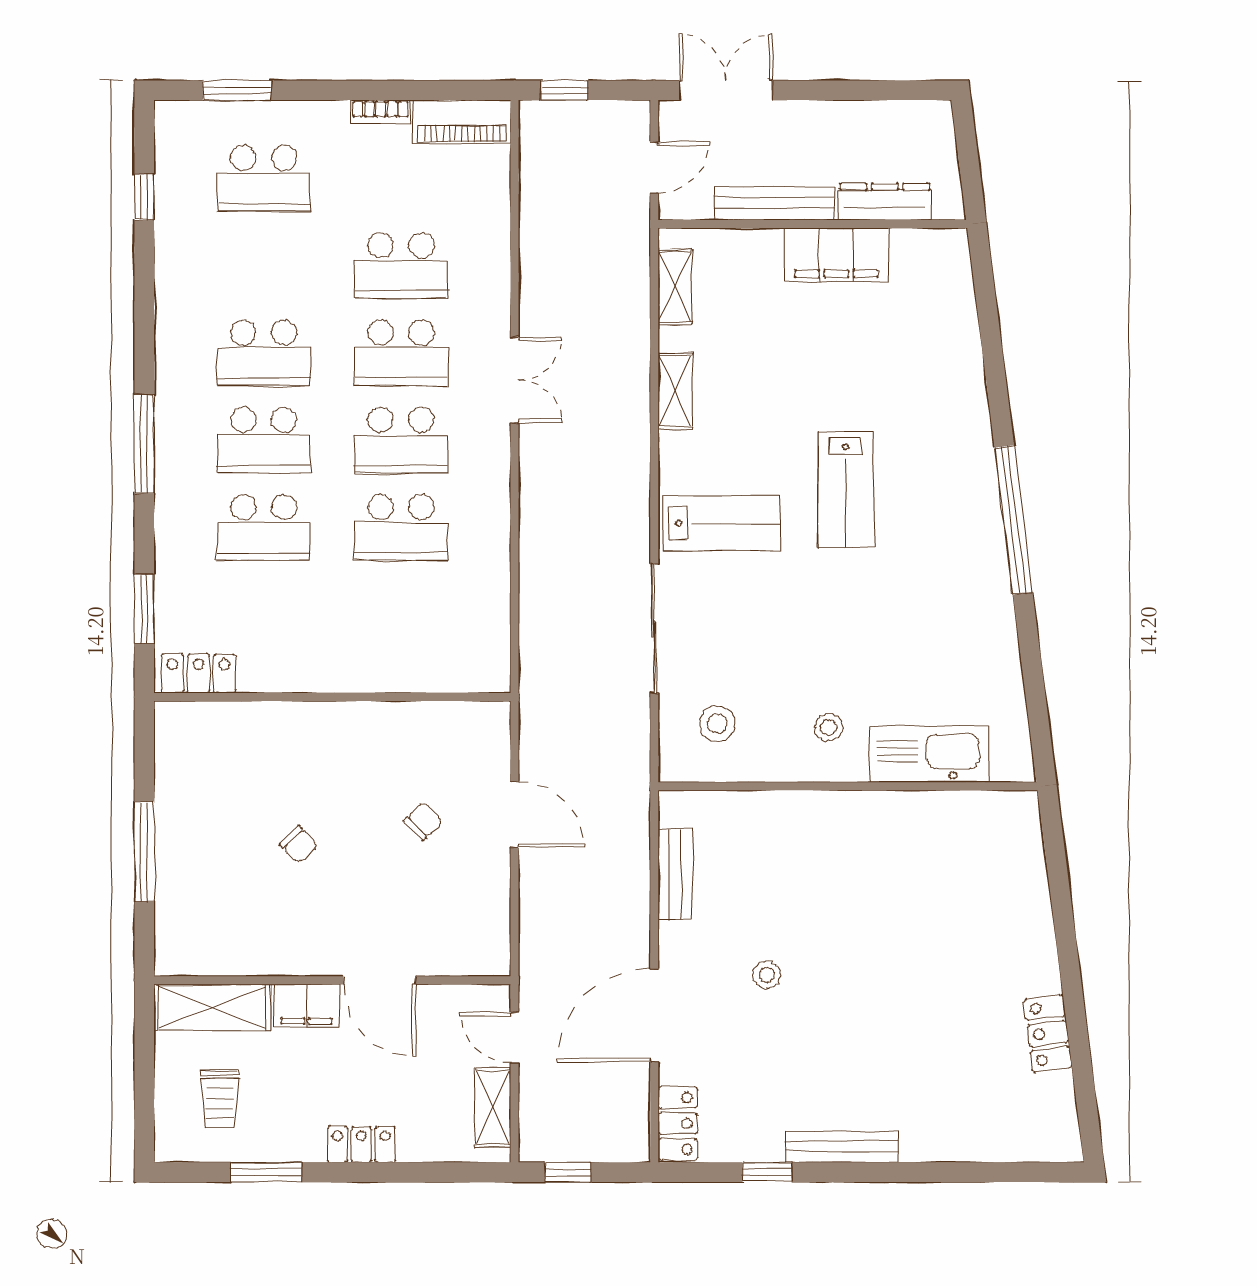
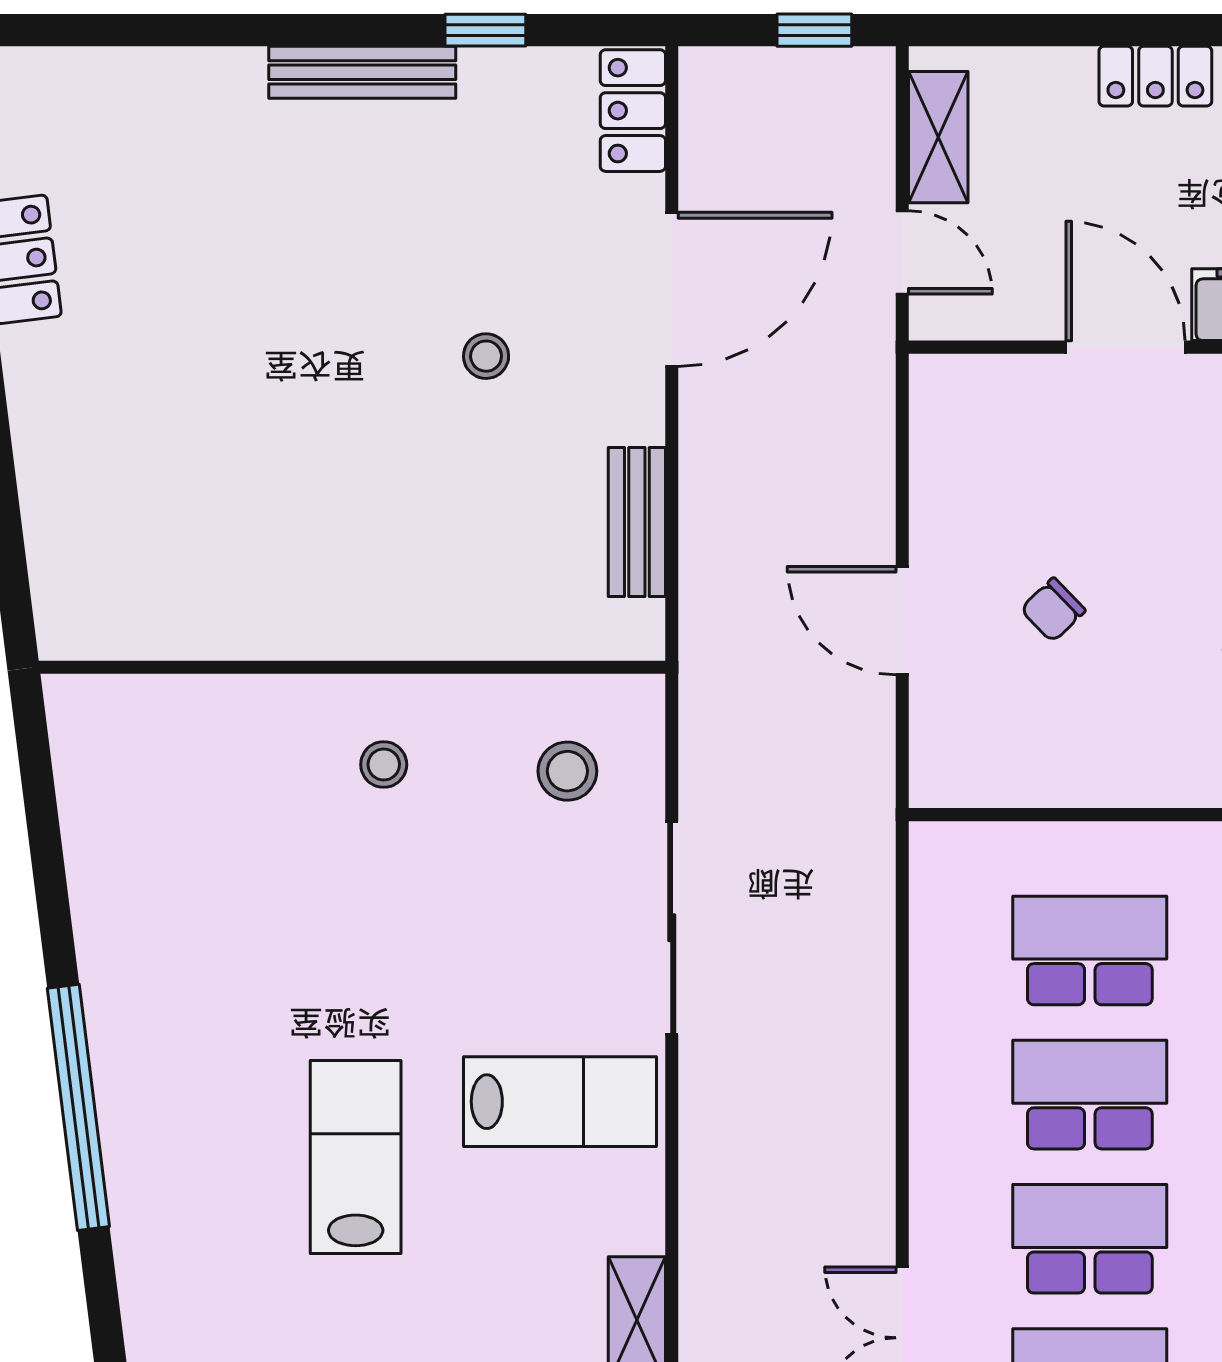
lab bench: (722, 523) -> (560, 1102), turned 180
school desk: (401, 615) -> (1090, 950), added
kitchen sink: (929, 754) -> (217, 721), removed

